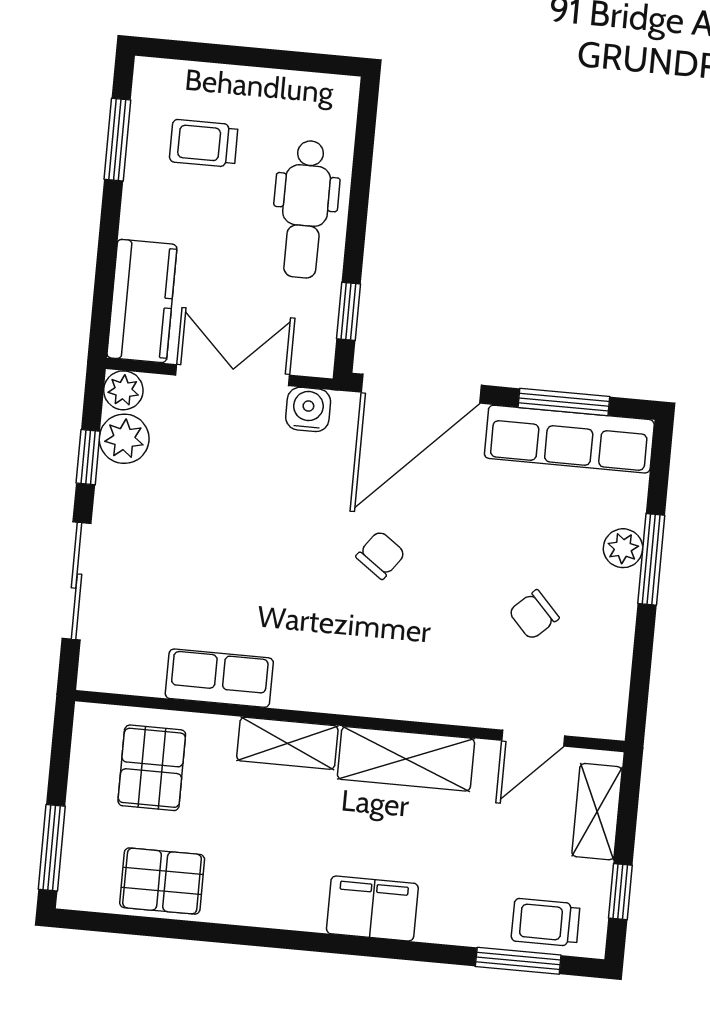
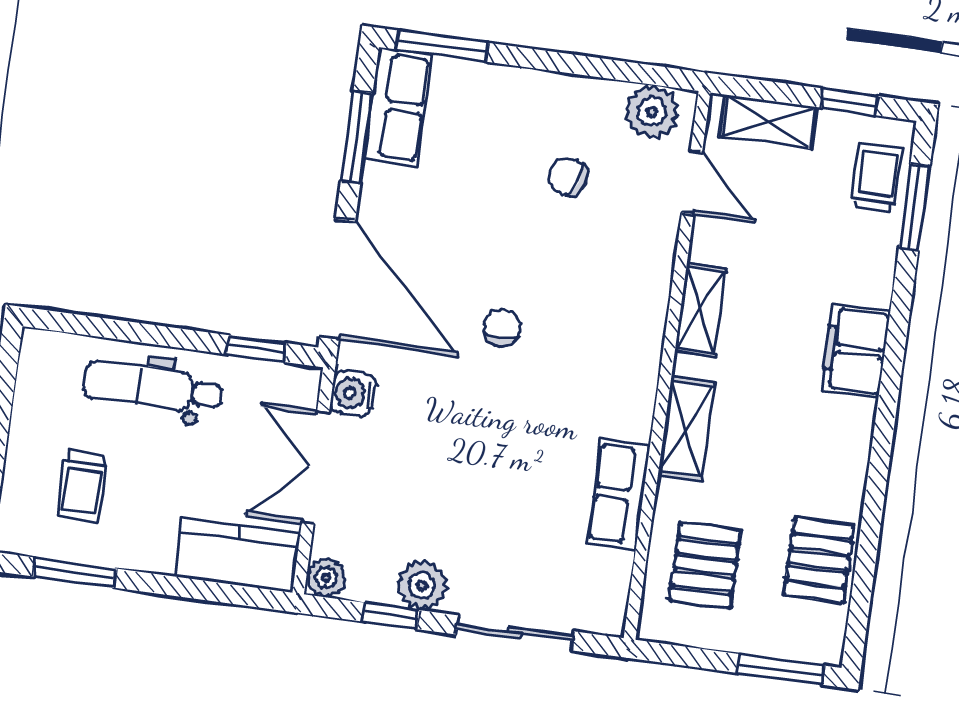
dental chair: (305, 209) -> (152, 387), turned 180
plant: (124, 439) -> (422, 585), moved
row of seats: (569, 439) -> (398, 107), width x0.68
plant: (623, 548) -> (652, 112), moved, width x1.38, depth x1.38
chair: (381, 555) -> (502, 327), turned 54
window: (651, 559) -> (442, 46), moved
chair: (534, 615) -> (569, 176), turned 151
shelving: (406, 759) -> (701, 310), width x0.67, depth x0.75
pallet: (152, 768) -> (705, 566), turned 90
trolley: (546, 922) -> (877, 178), turned 180

